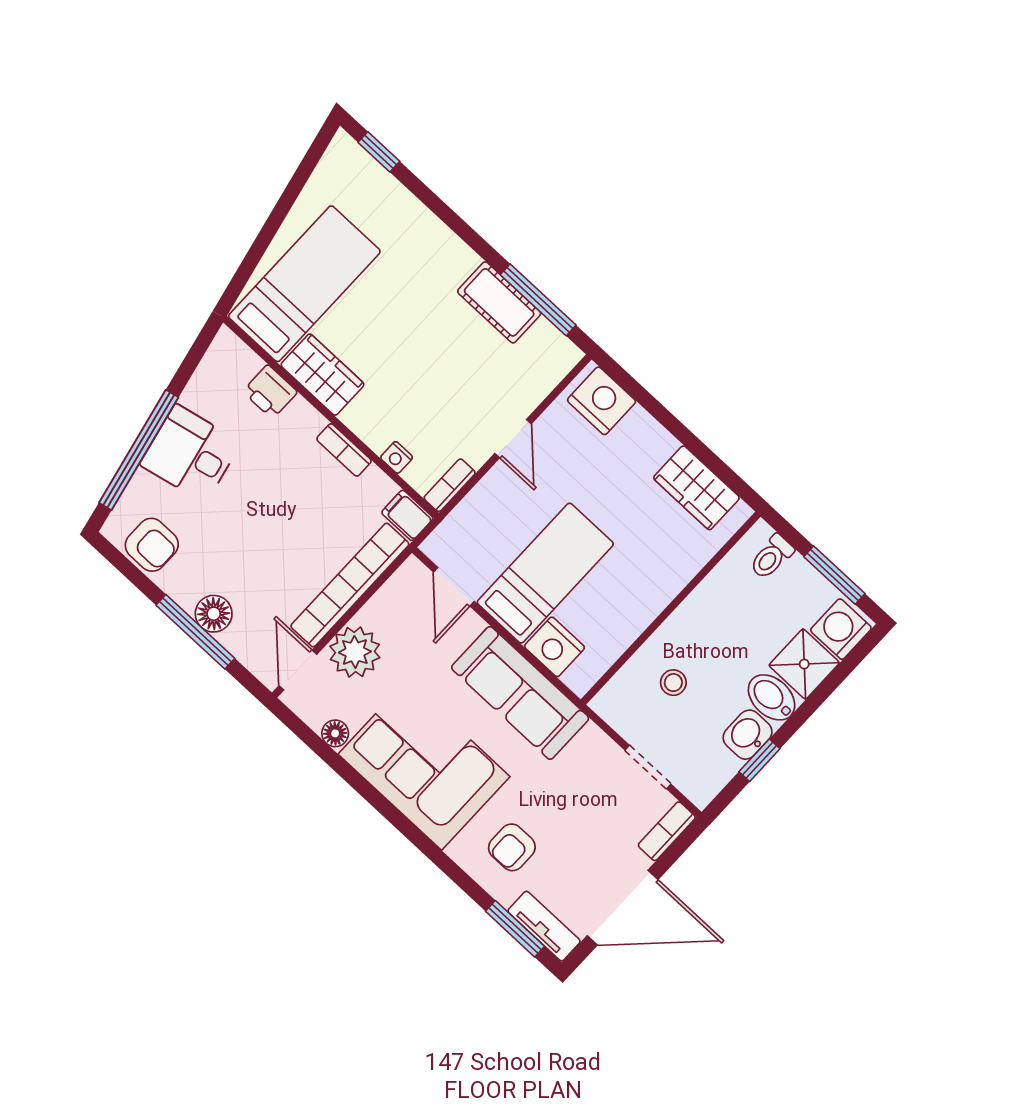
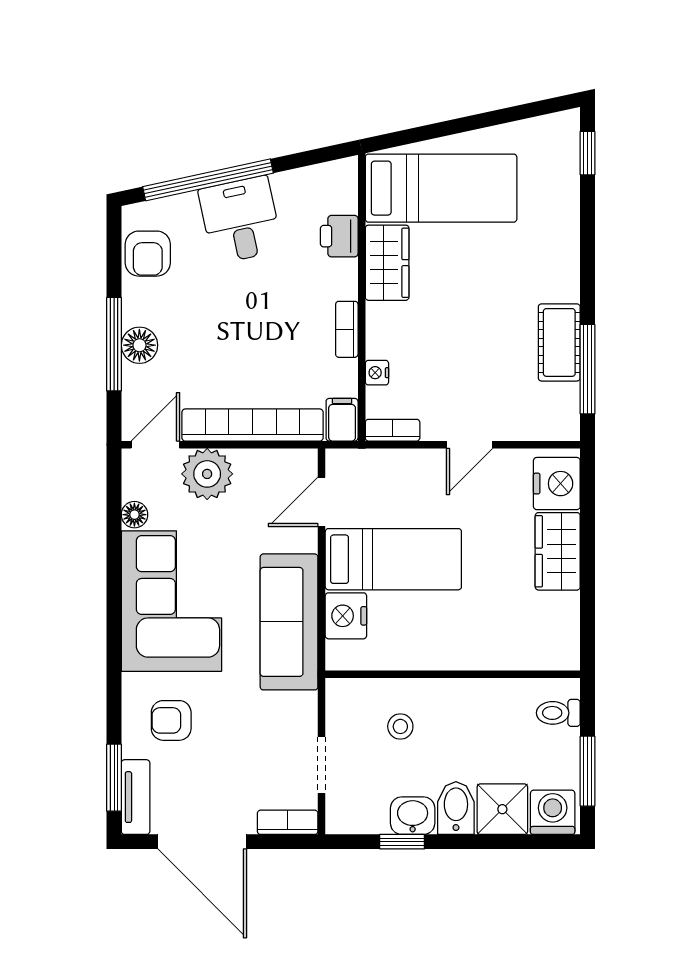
wardrobe: (696, 488) -> (558, 551), moved

